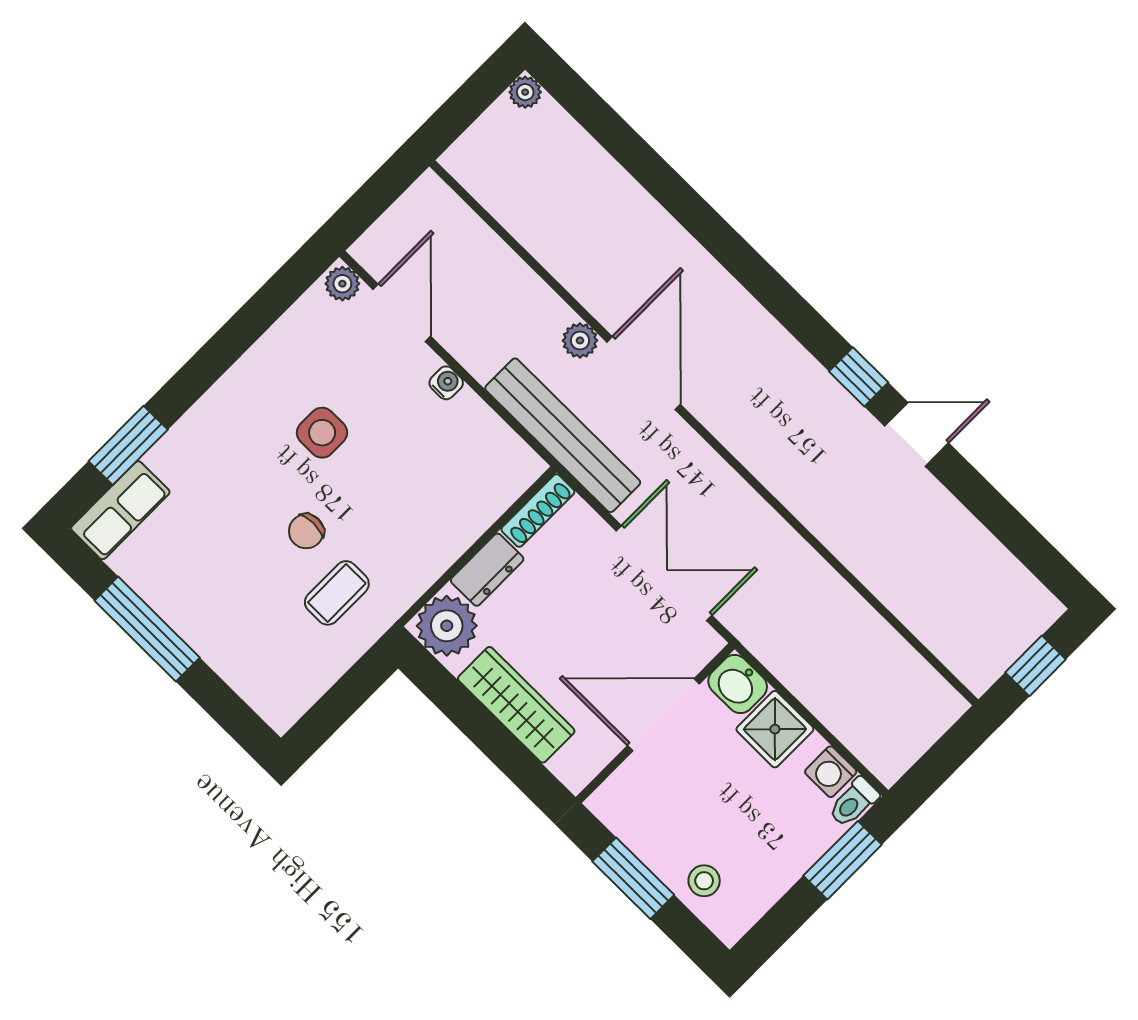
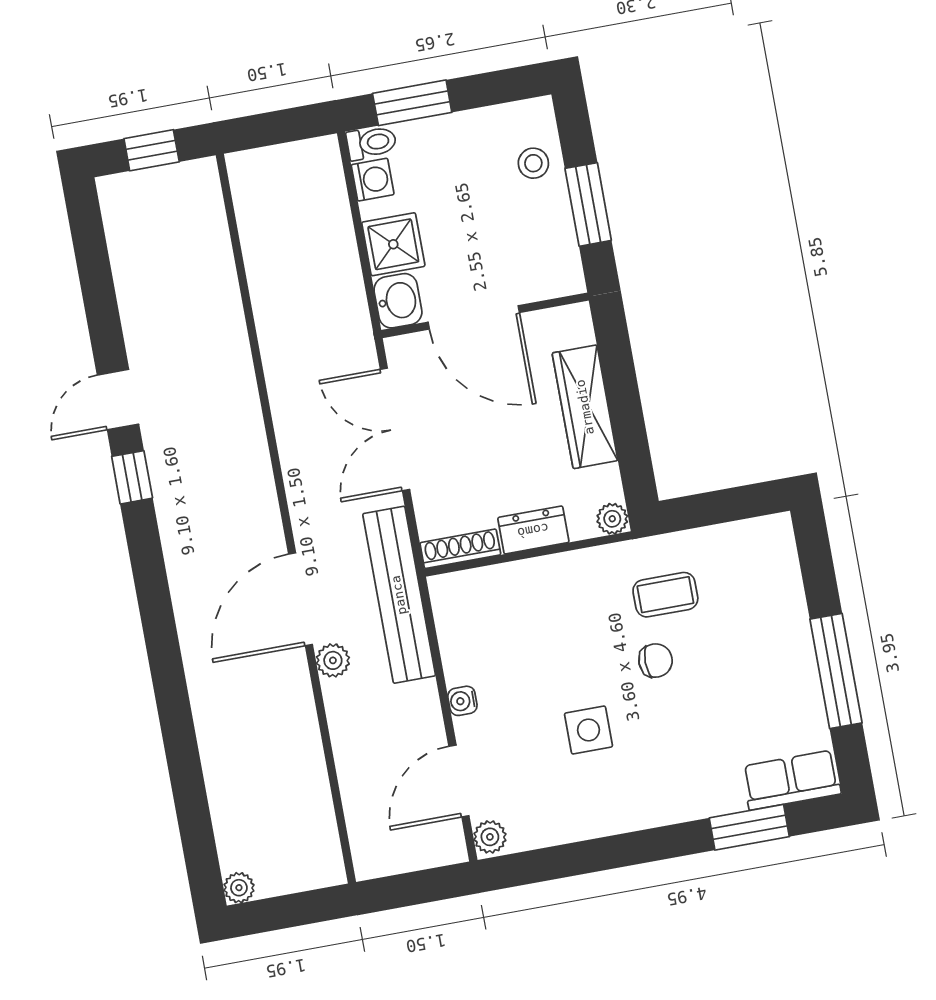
door: (917, 434) -> (118, 400), hinge flipped
plant: (447, 626) -> (612, 519), width x0.53, depth x0.53

